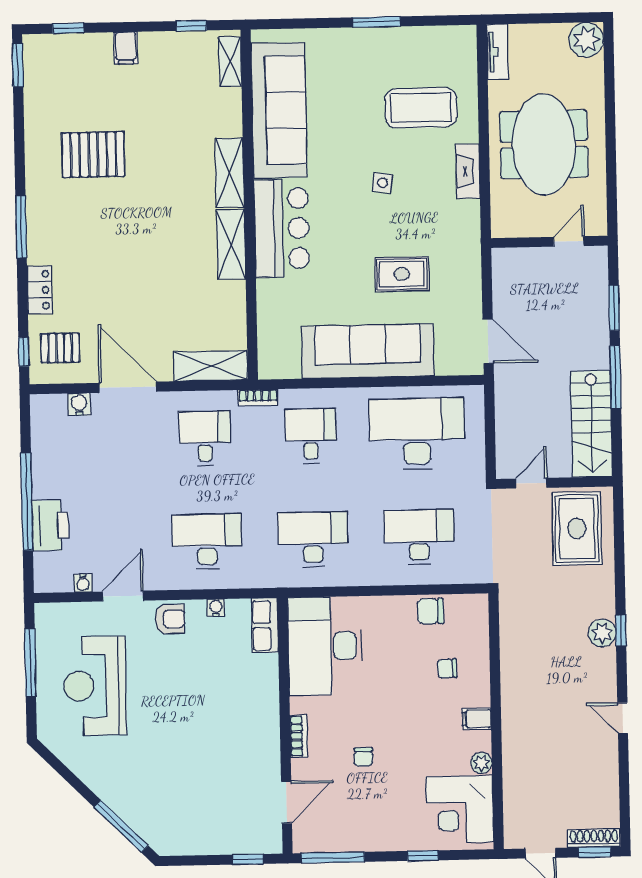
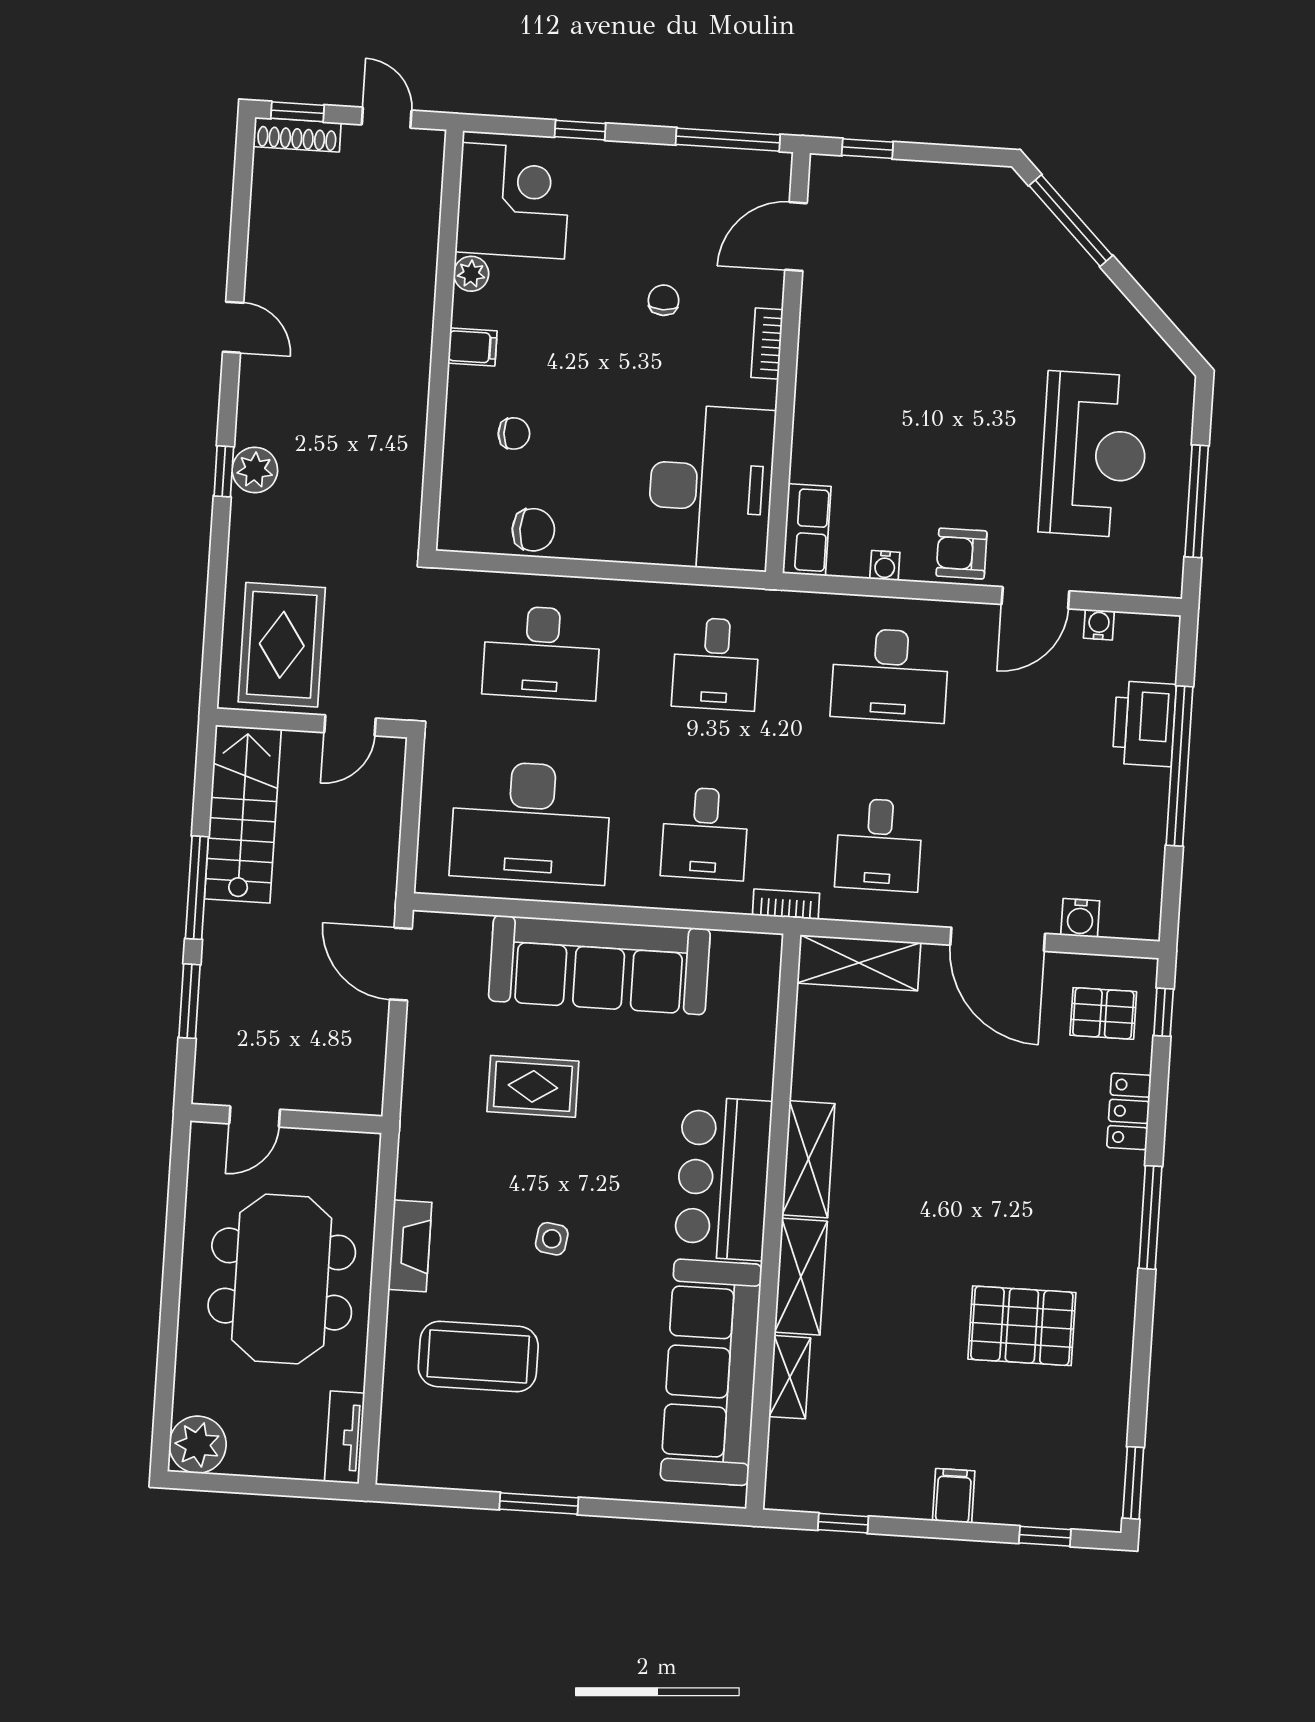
shelving: (230, 62) -> (790, 1377), moved
desk: (313, 539) -> (716, 664), width x0.73

